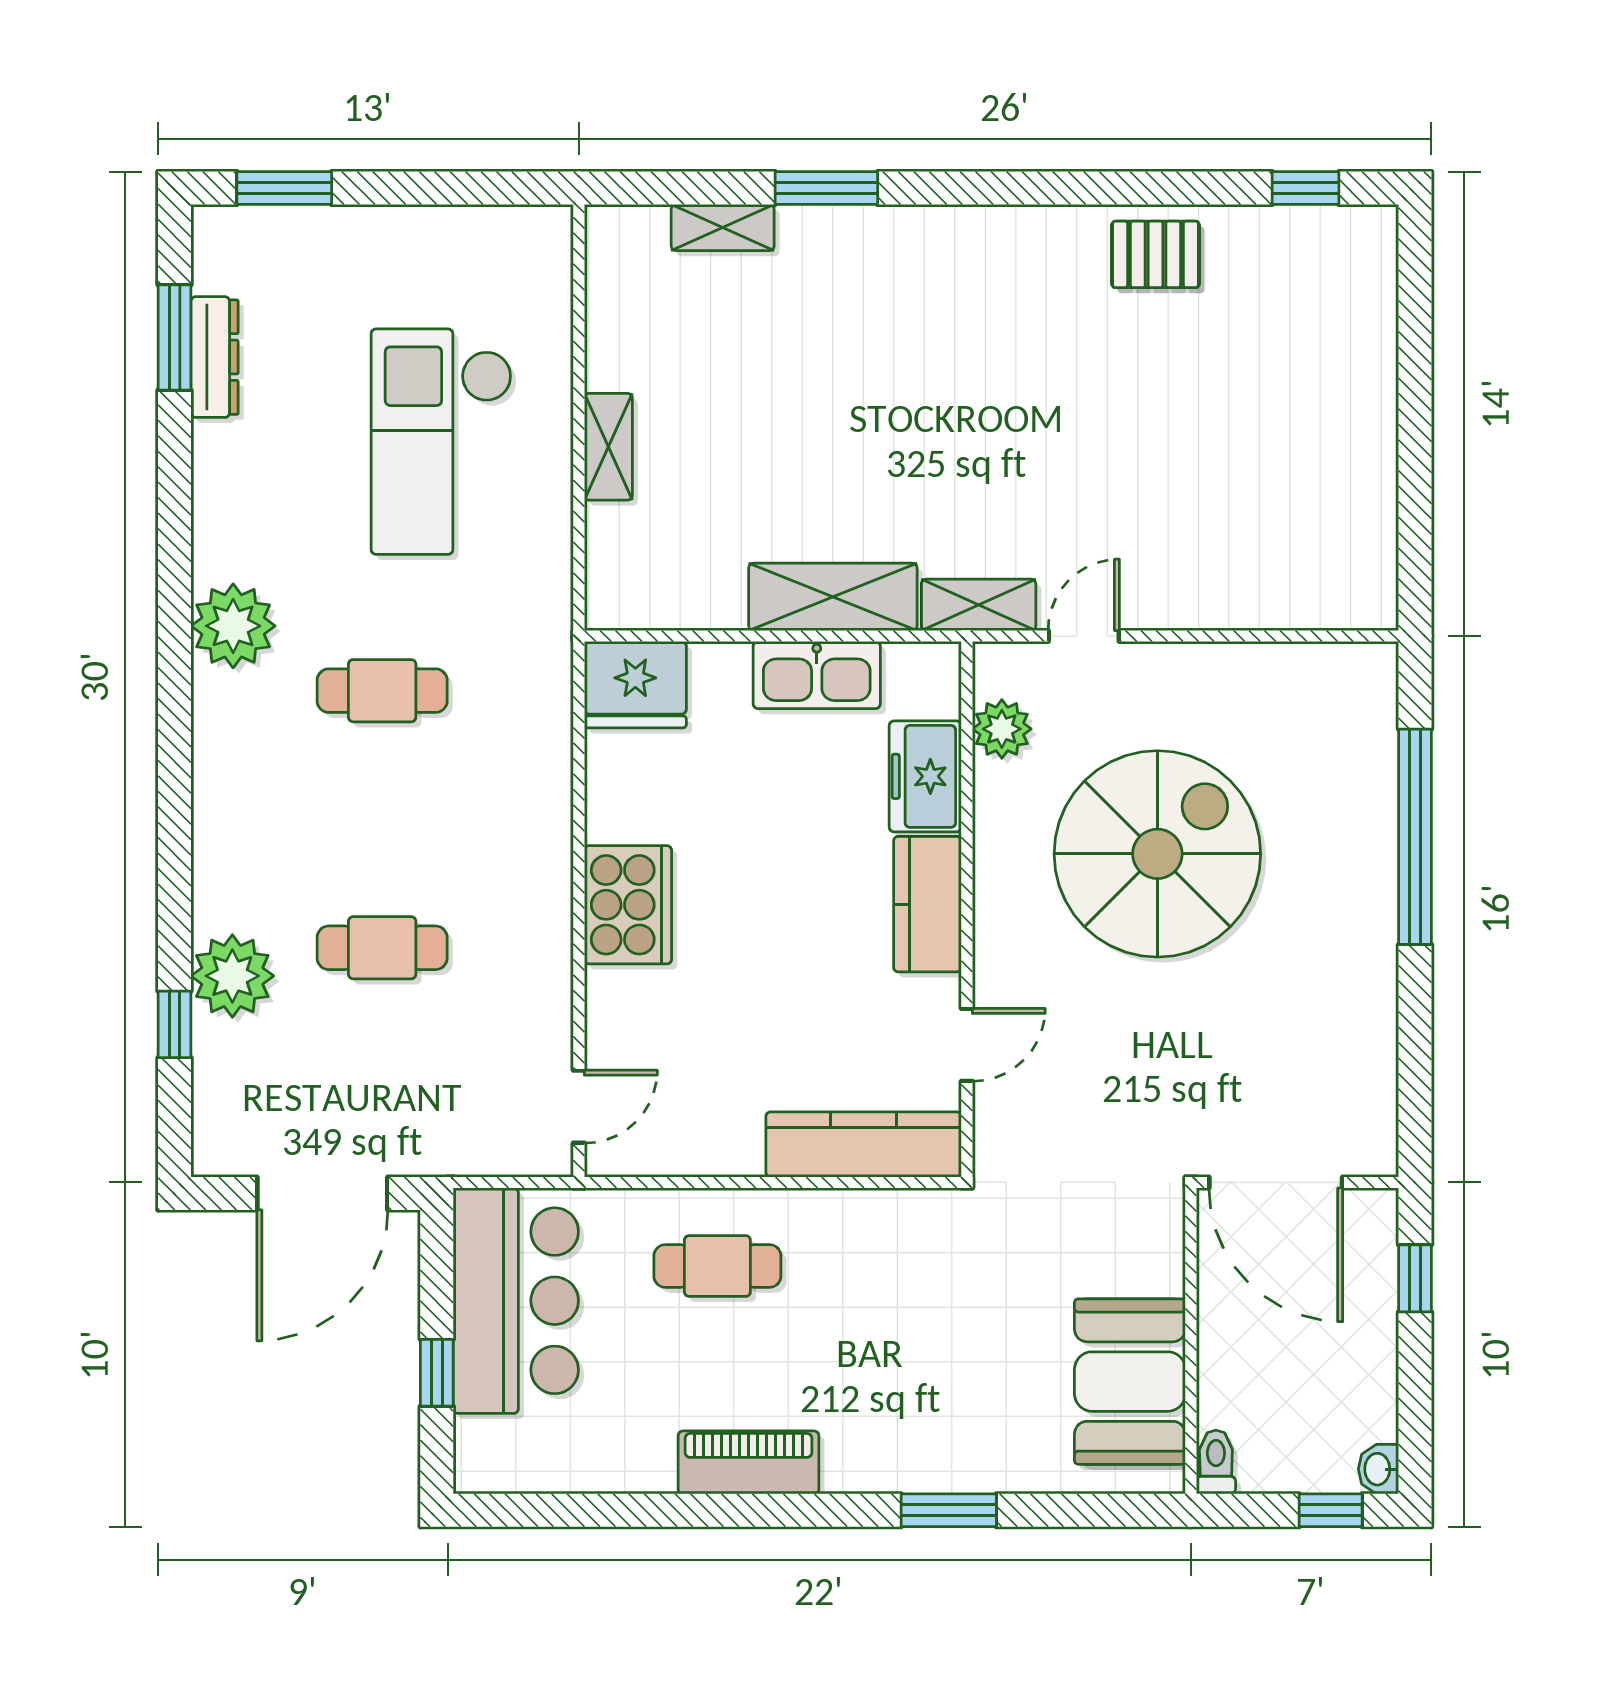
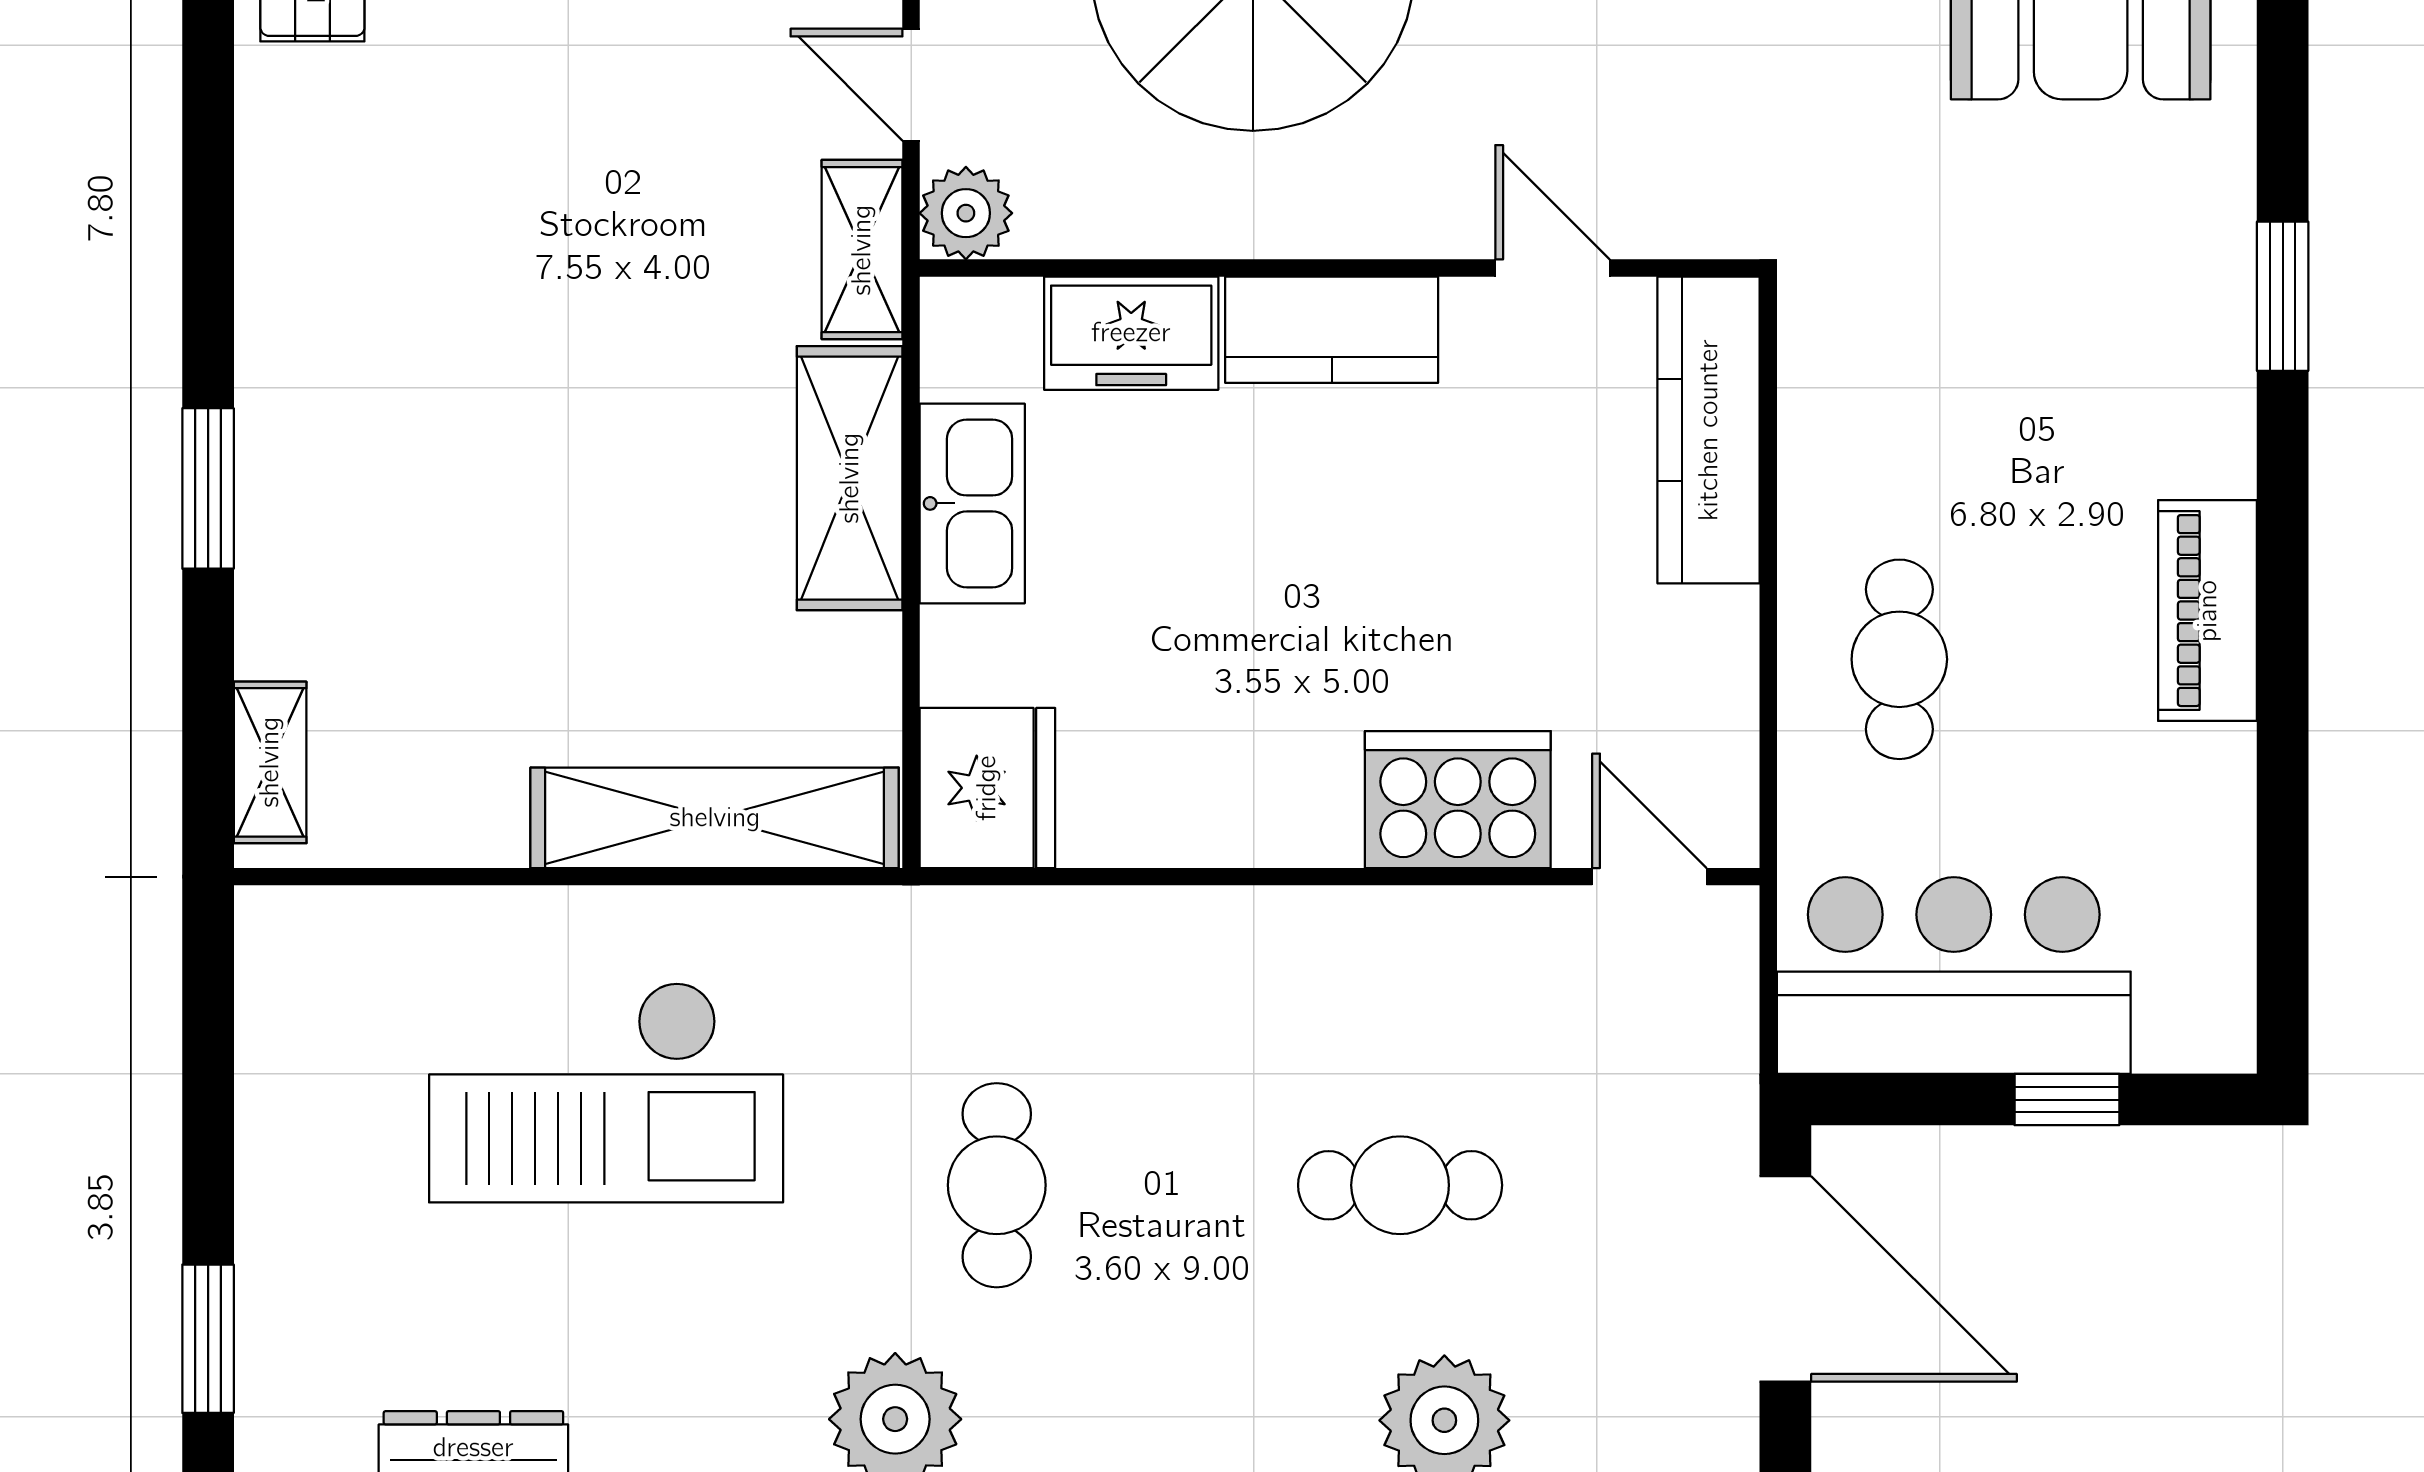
shelving: (723, 227) -> (270, 762), moved
shelving: (608, 447) -> (715, 818), width x2.20, depth x1.33
plant: (1002, 729) -> (966, 213), moved
cooker: (628, 905) -> (1458, 800), moved
cafe table: (382, 948) -> (1400, 1185), turned 90

